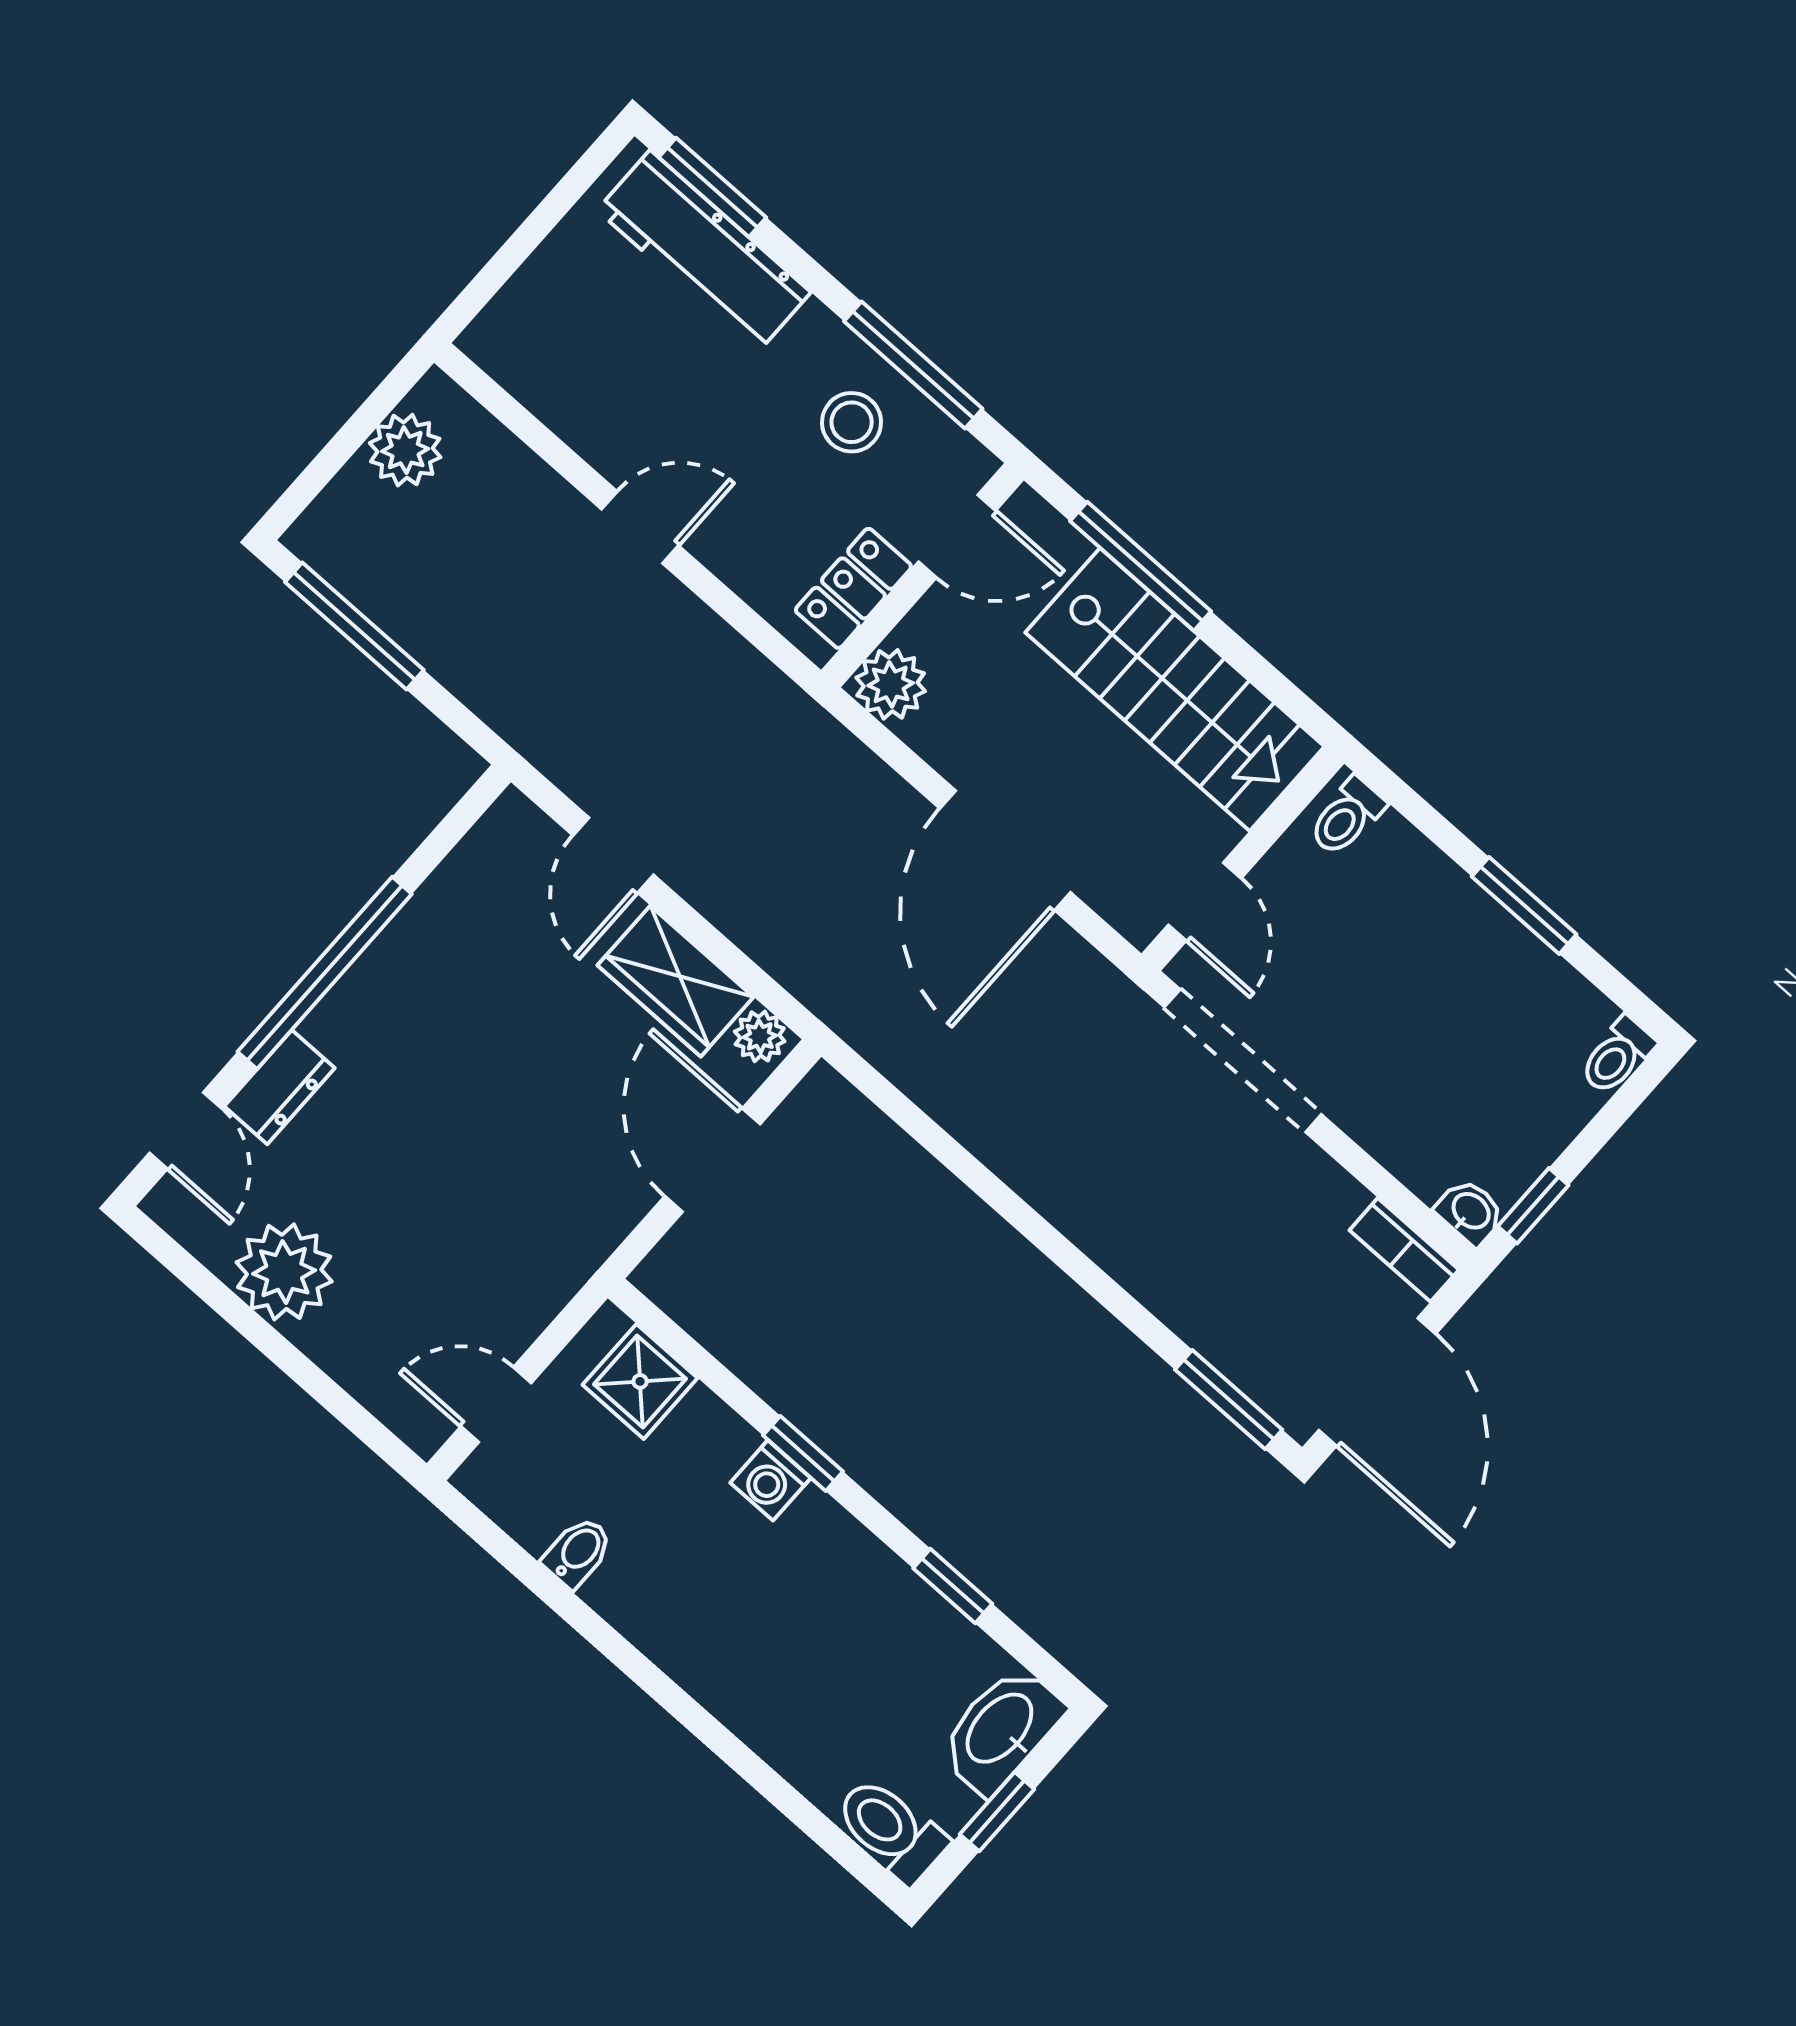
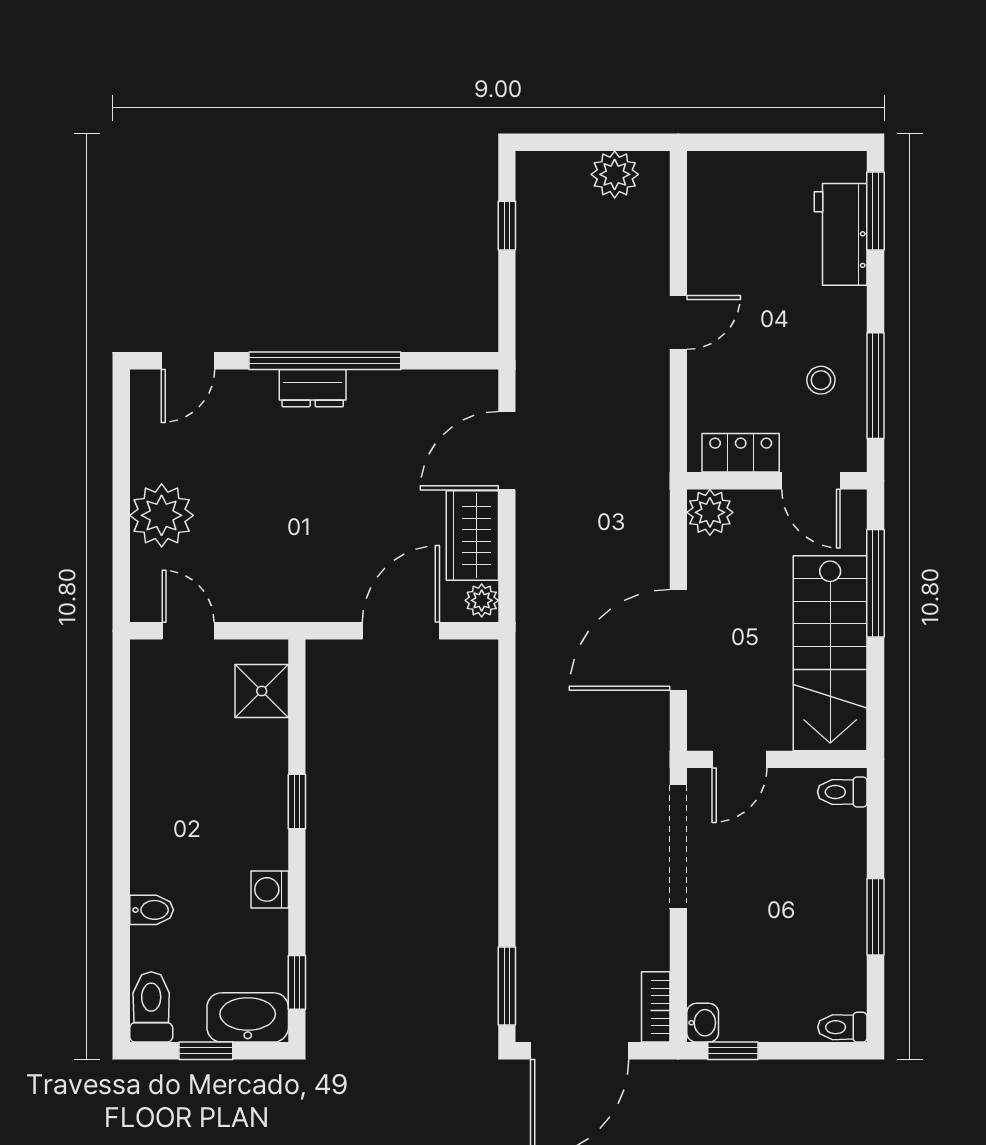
workbench: (704, 251) -> (841, 234), width x0.73
stool: (852, 422) -> (821, 380), width x0.73, depth x0.73
door: (640, 527) -> (678, 322), hinge flipped
window: (354, 626) -> (507, 226), width x0.46
door: (613, 855) -> (507, 451), width x1.38
dresser: (279, 1087) -> (313, 388), moved
plant: (284, 1272) -> (162, 515), moved
washing machine: (770, 1480) -> (270, 889), moved
bidet: (578, 1552) -> (152, 910), moved
window: (953, 1586) -> (297, 982), moved

